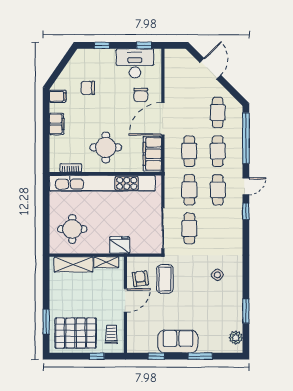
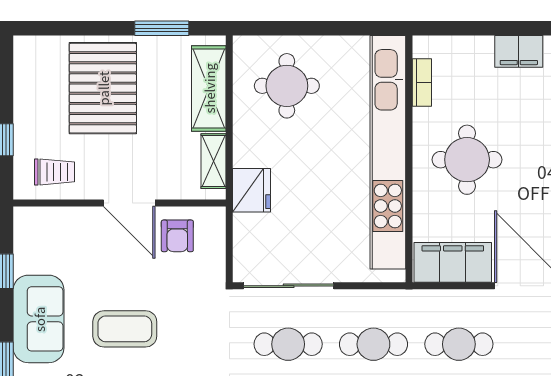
armchair: (140, 279) -> (177, 236), turned 98
coffee table: (165, 279) -> (125, 329), moved
window: (46, 322) -> (162, 28), moved
pallet: (76, 333) -> (103, 88), moved

